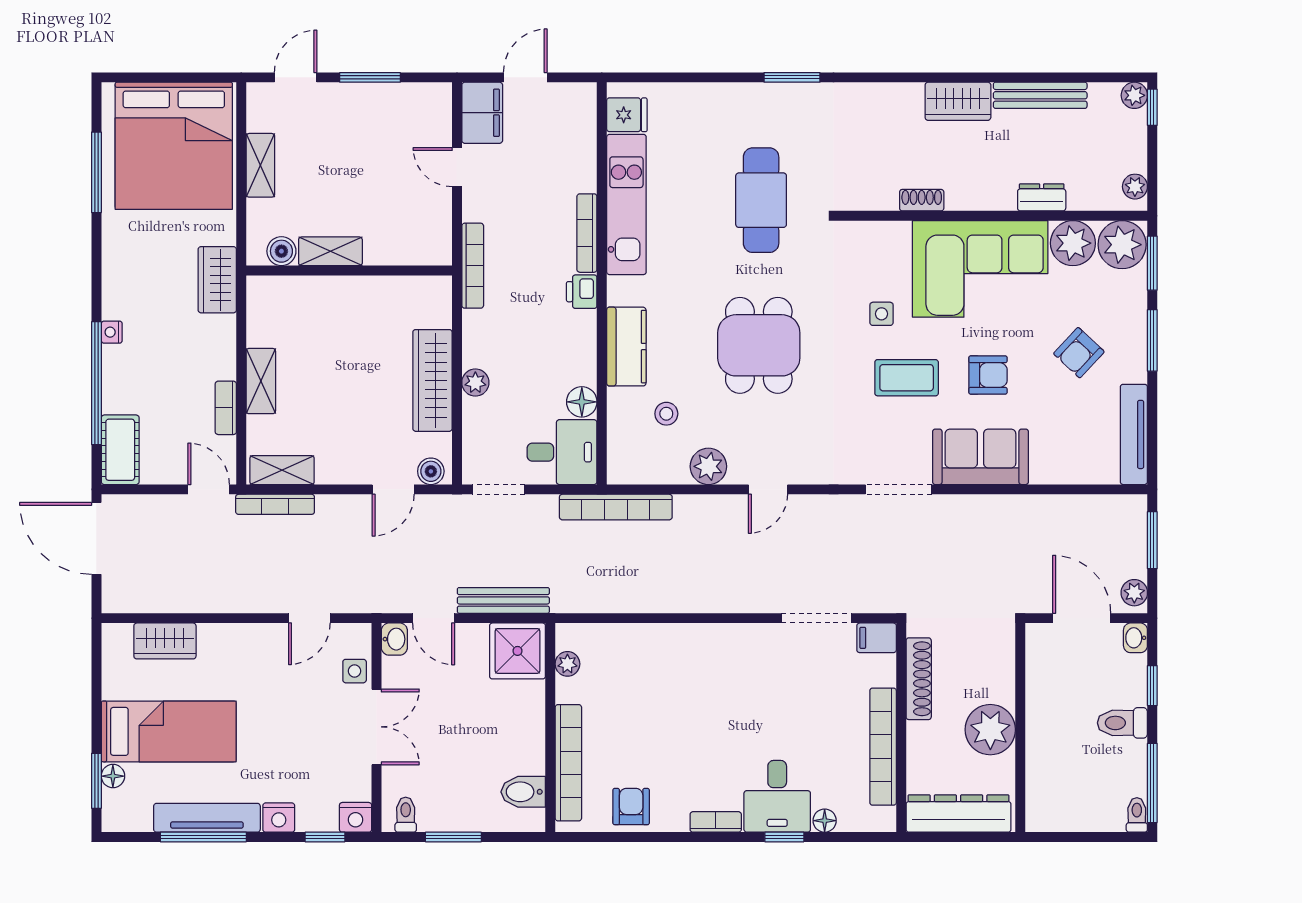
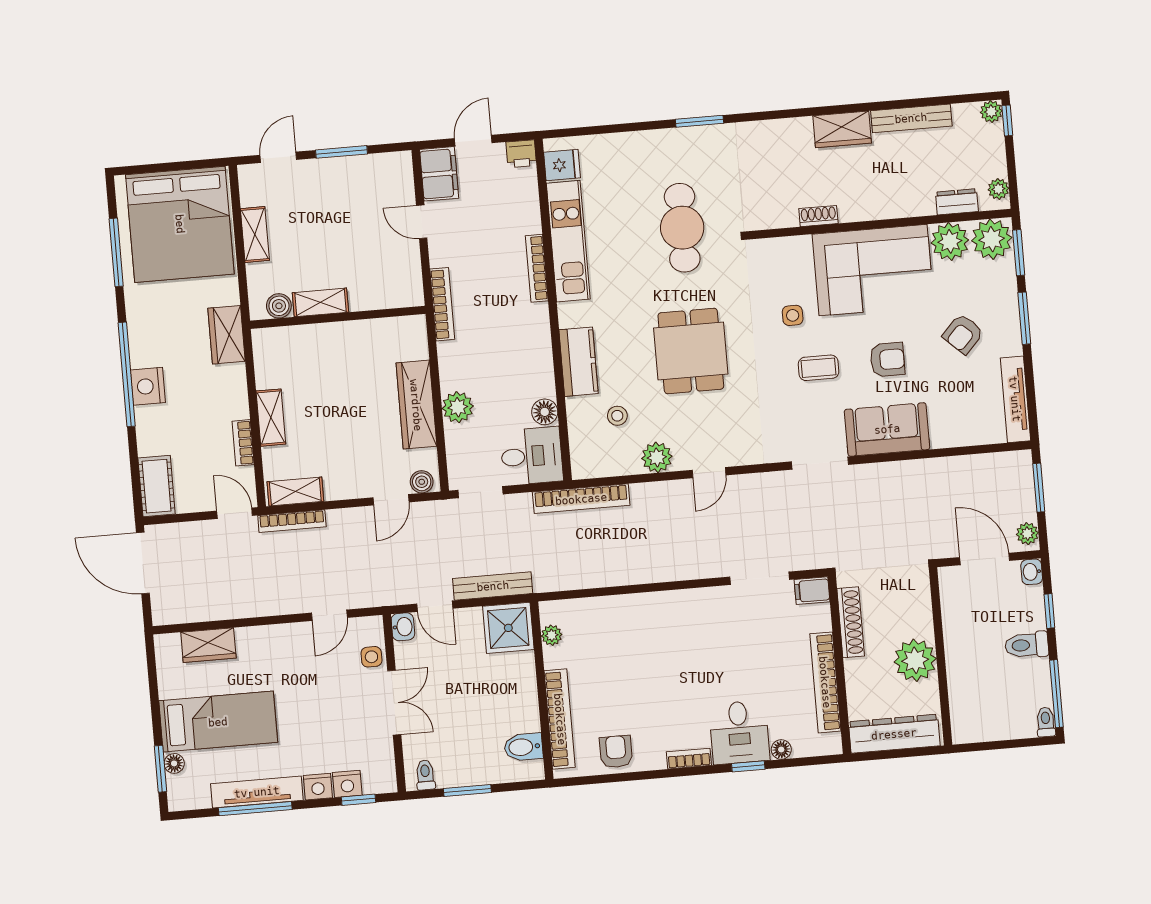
dresser: (1042, 197) -> (957, 202), moved
printer: (582, 292) -> (521, 154), moved, turned -90
nightstand: (112, 332) -> (148, 386), width x1.89, depth x1.79
coffee table: (907, 378) -> (819, 368), width x0.73, depth x0.77
window: (96, 383) -> (127, 374), moved
plant: (475, 383) -> (458, 407), width x1.38, depth x1.38
nightstand: (356, 817) -> (347, 784), moved

